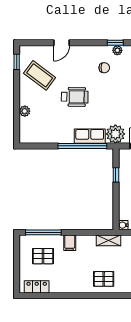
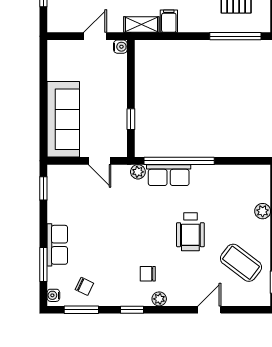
plant: (117, 50) -> (159, 299), moved
wheelchair: (75, 97) -> (190, 232), turned -91
plant: (115, 134) -> (138, 172), width x0.53, depth x0.53
filing cabinet: (70, 243) -> (169, 21), moved

